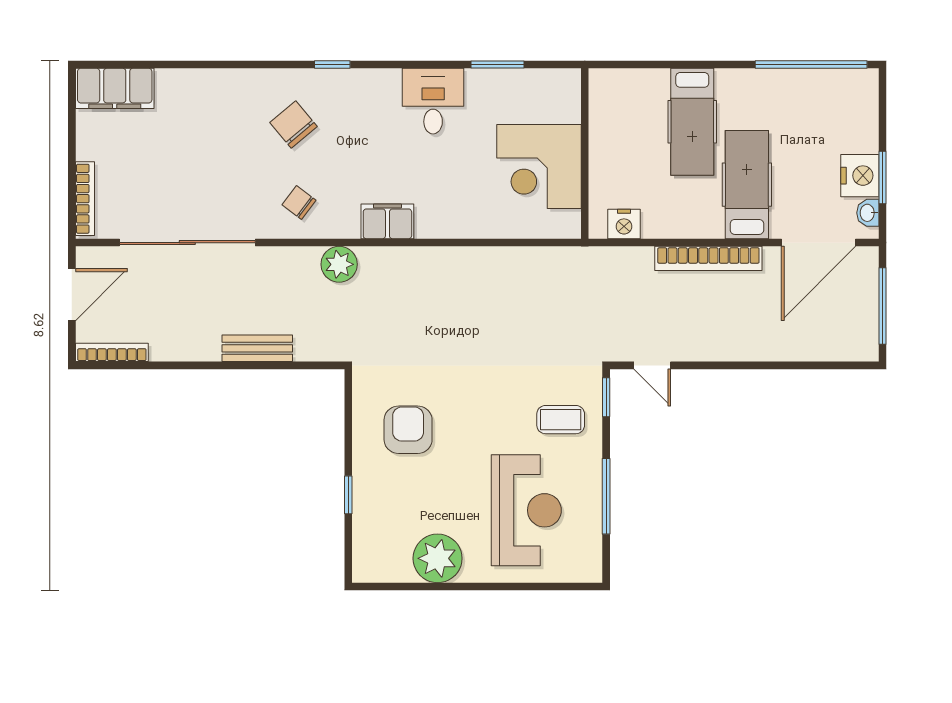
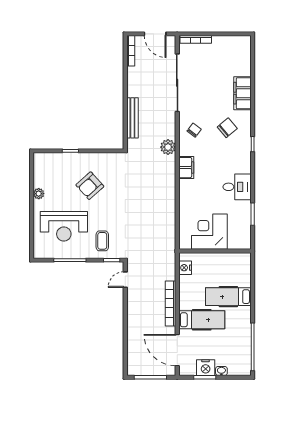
filing cabinet: (115, 88) -> (242, 93), moved
washbasin: (868, 213) -> (221, 371), moved
bench: (257, 348) -> (132, 118), width x1.36
armchair: (408, 430) -> (90, 186), moved, turned 138
plant: (438, 558) -> (39, 194), width x0.53, depth x0.53

